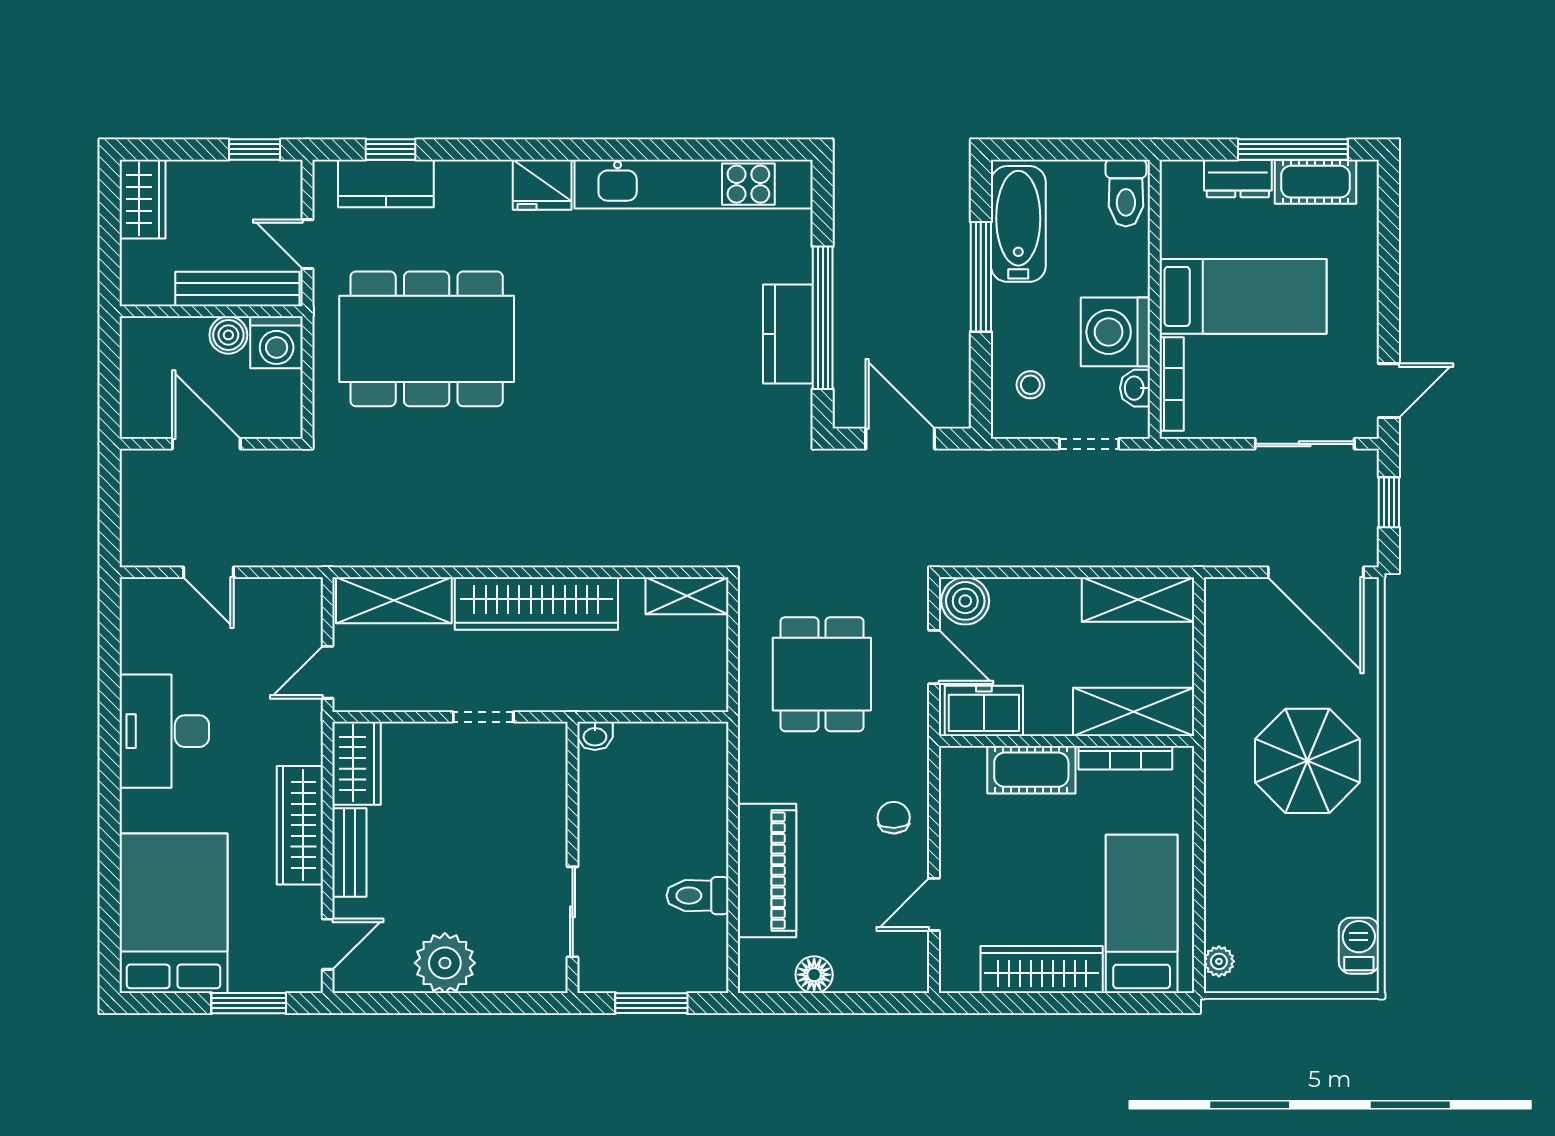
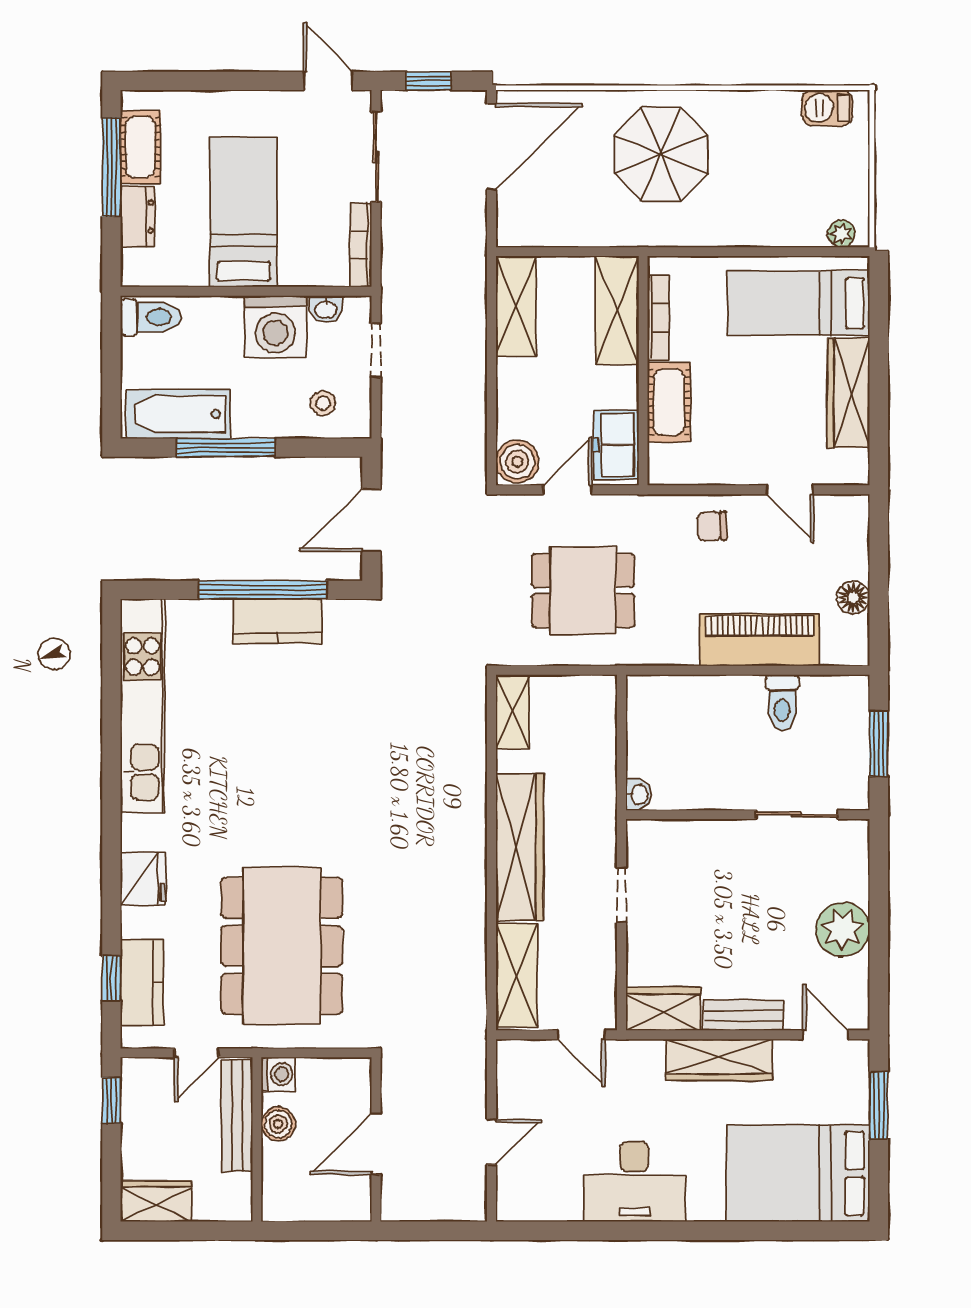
fridge: (542, 185) -> (143, 879), moved
washing machine: (277, 342) -> (278, 1074), width x0.73, depth x0.73
bookcase: (1172, 384) -> (361, 245), moved, turned -90

